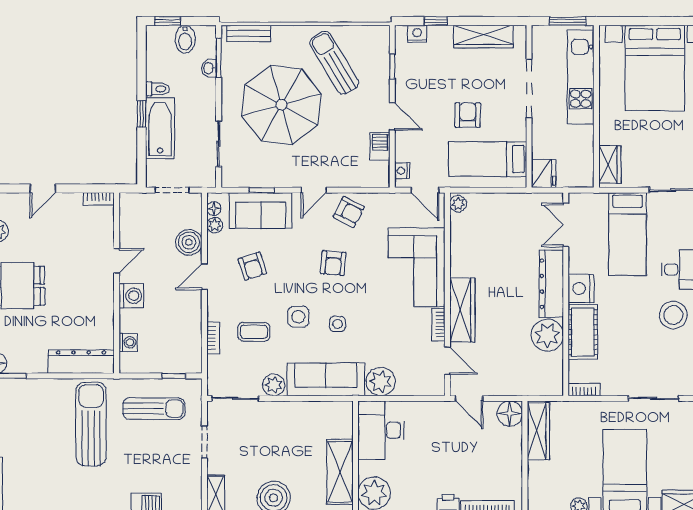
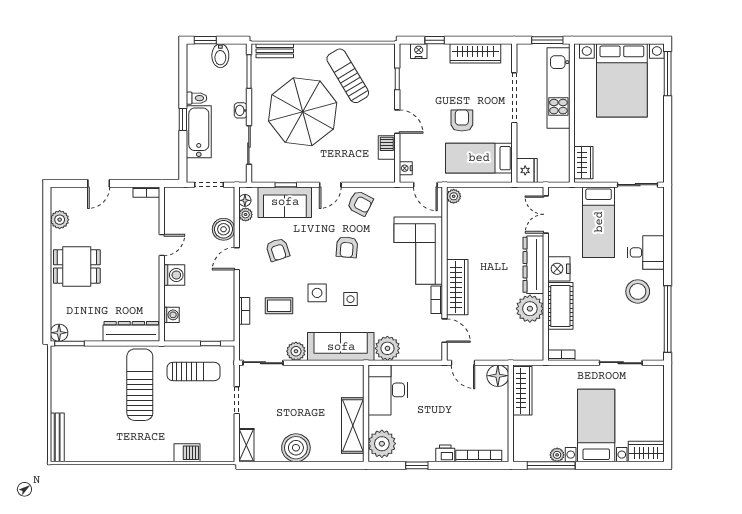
washbasin: (209, 68) -> (241, 110), moved

